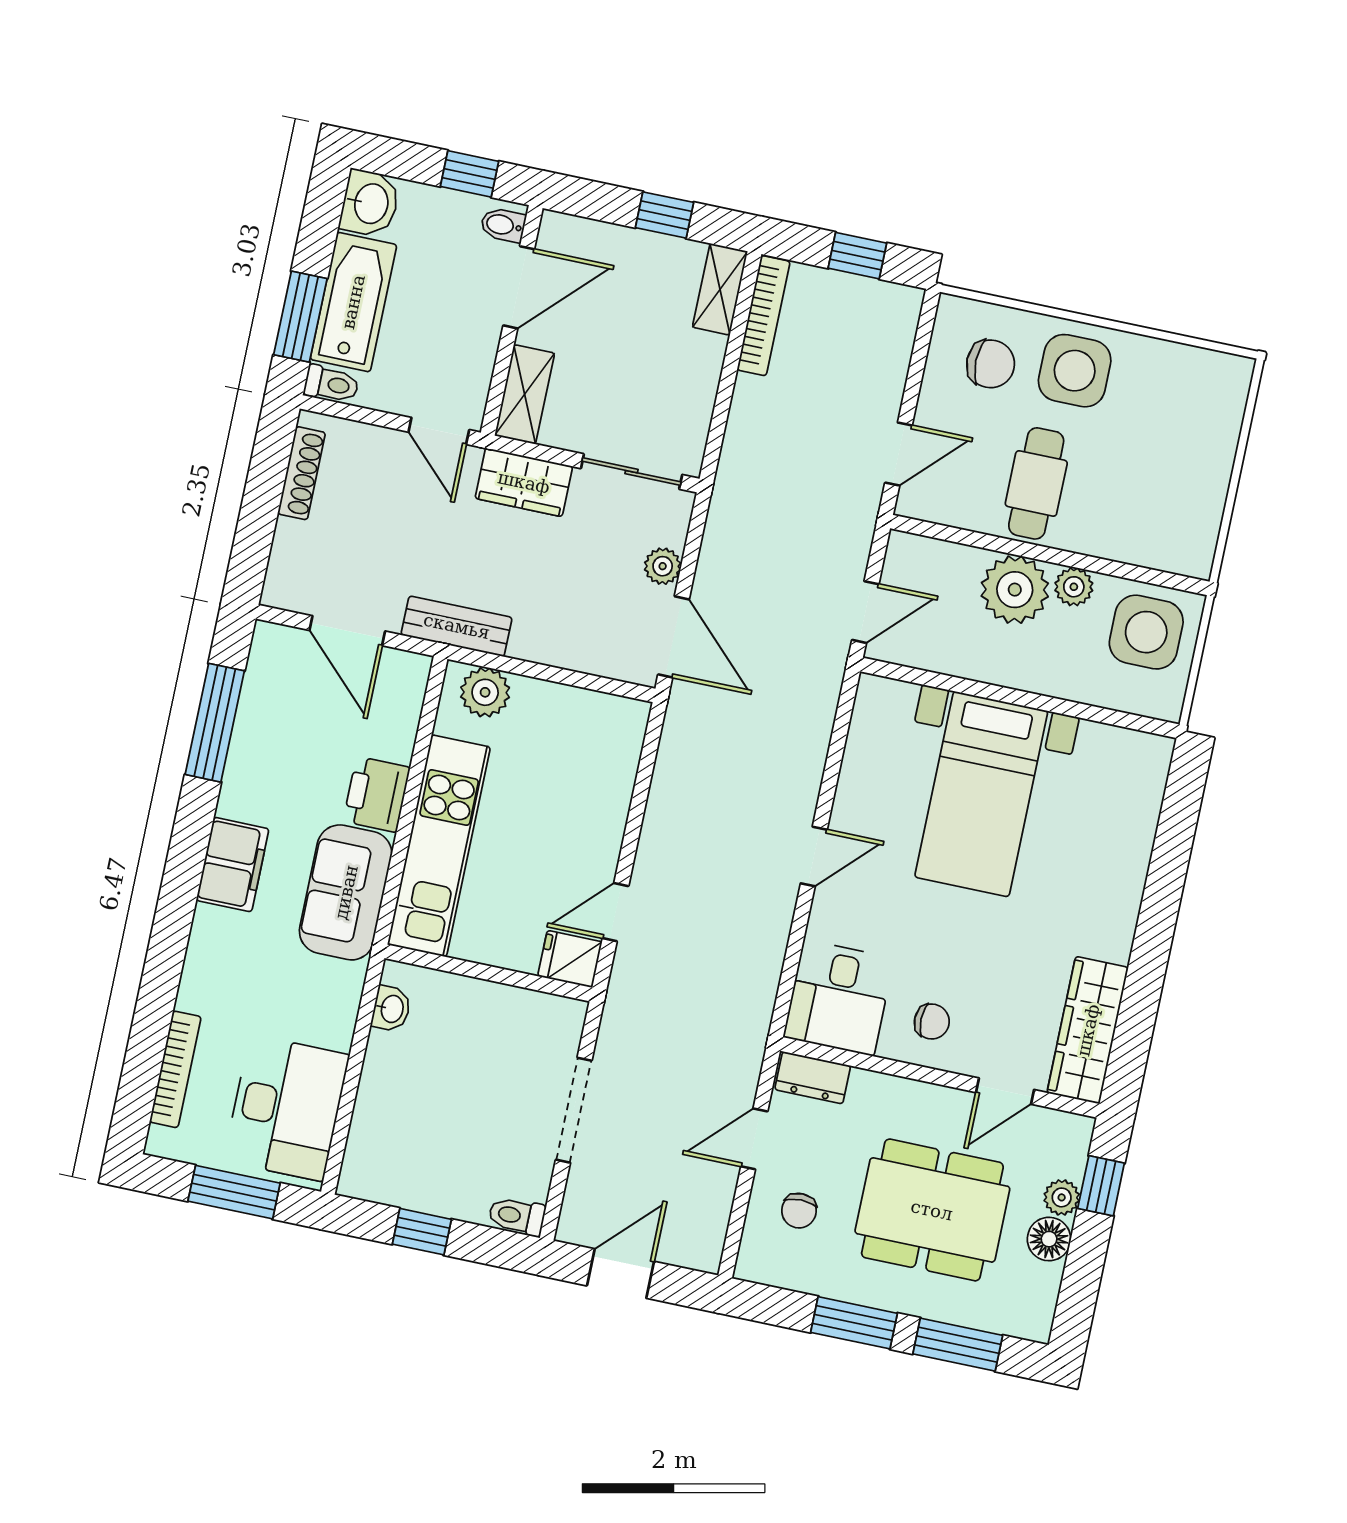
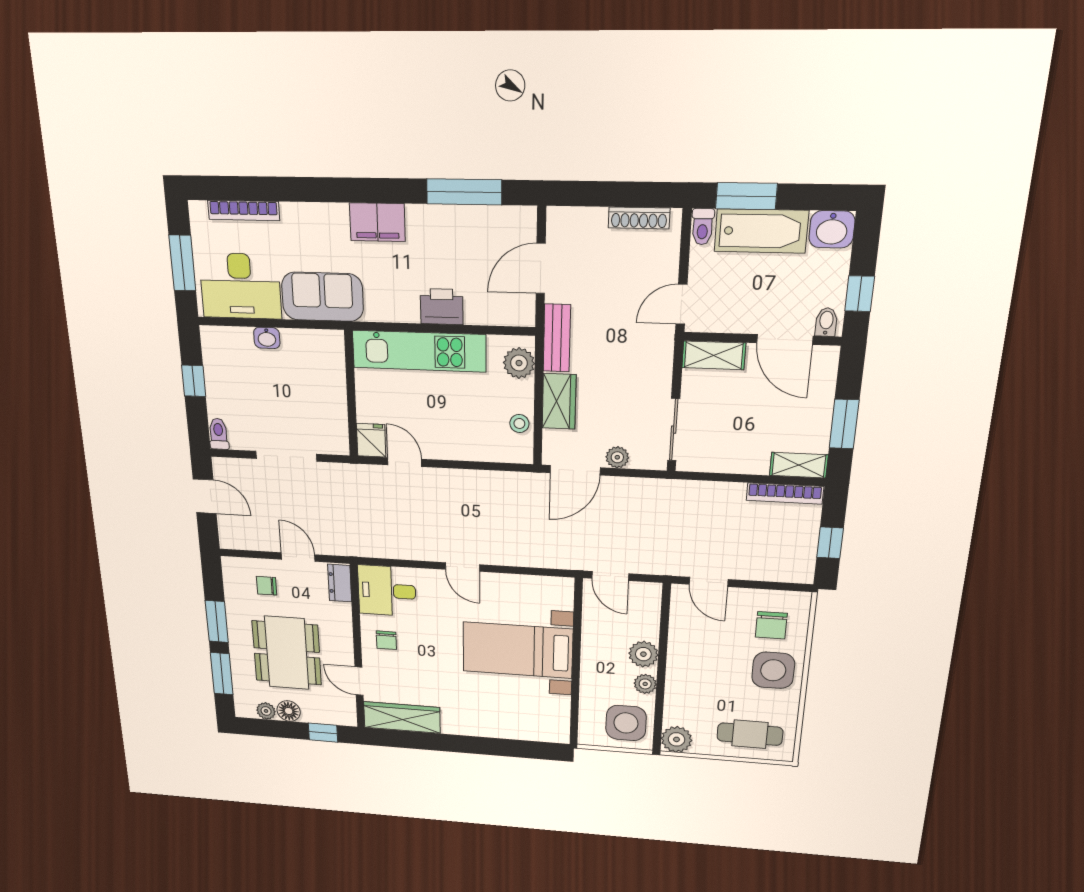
window: (664, 215) -> (844, 424), width x1.50
wardrobe: (524, 482) -> (559, 401), moved, turned 180
cafe table: (1036, 483) -> (750, 734), moved
plant: (1189, 550) -> (677, 739), added
plant: (1015, 590) -> (643, 654), width x0.73, depth x0.73
stool: (582, 711) -> (519, 423), added
sofa: (346, 892) -> (322, 297), moved
washbasin: (391, 1009) -> (267, 338), moved
plant: (1062, 1197) -> (266, 711), moved

